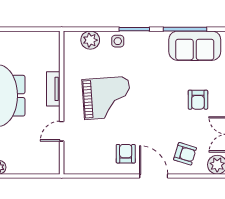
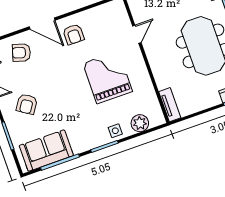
tv unit: (53, 89) -> (170, 105), moved
grand piano: (107, 98) -> (108, 77), turned 94
armchair: (198, 100) -> (27, 104), turned -147

